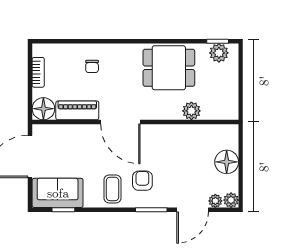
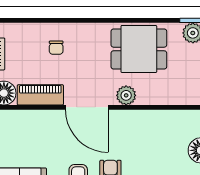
plant: (191, 111) -> (126, 95), moved

